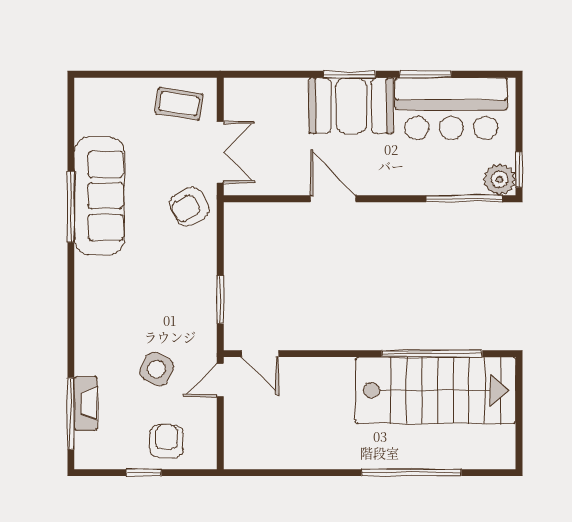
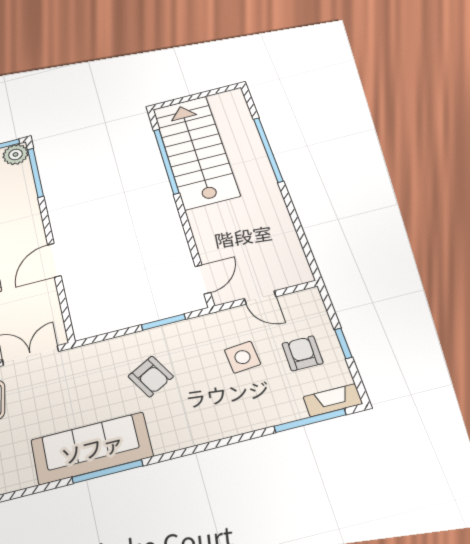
armchair: (189, 206) -> (151, 376), moved
side table: (157, 369) -> (242, 357), turned -33
door: (220, 380) -> (260, 298), moved
fireplace: (86, 403) -> (333, 400), moved
armchair: (166, 441) -> (303, 353), moved, turned 90

